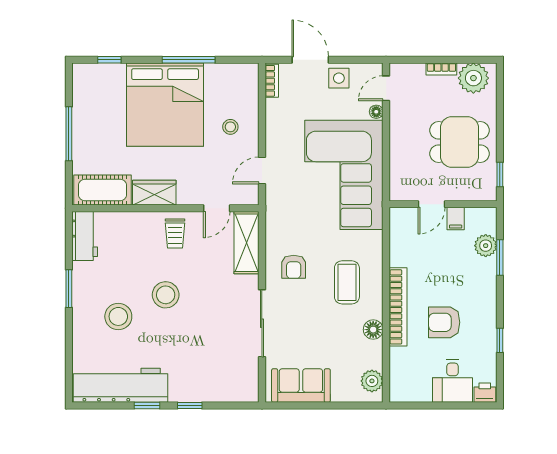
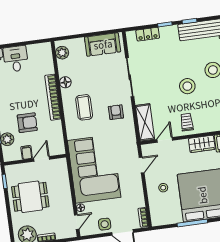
armchair: (444, 322) -> (27, 123), moved
locker: (221, 393) -> (148, 34), added

